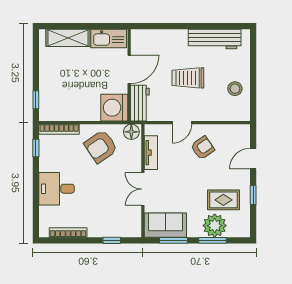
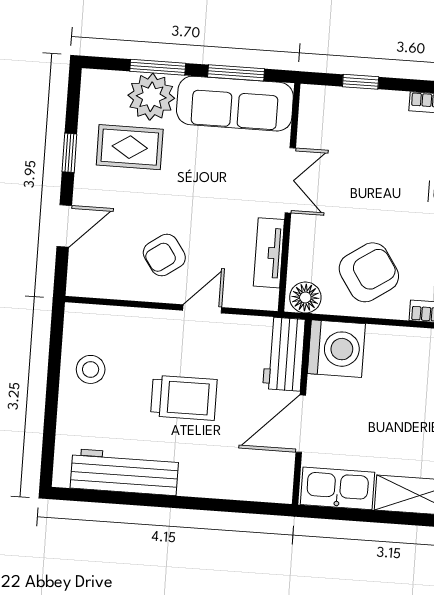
sofa: (165, 225) -> (235, 104), width x1.36

